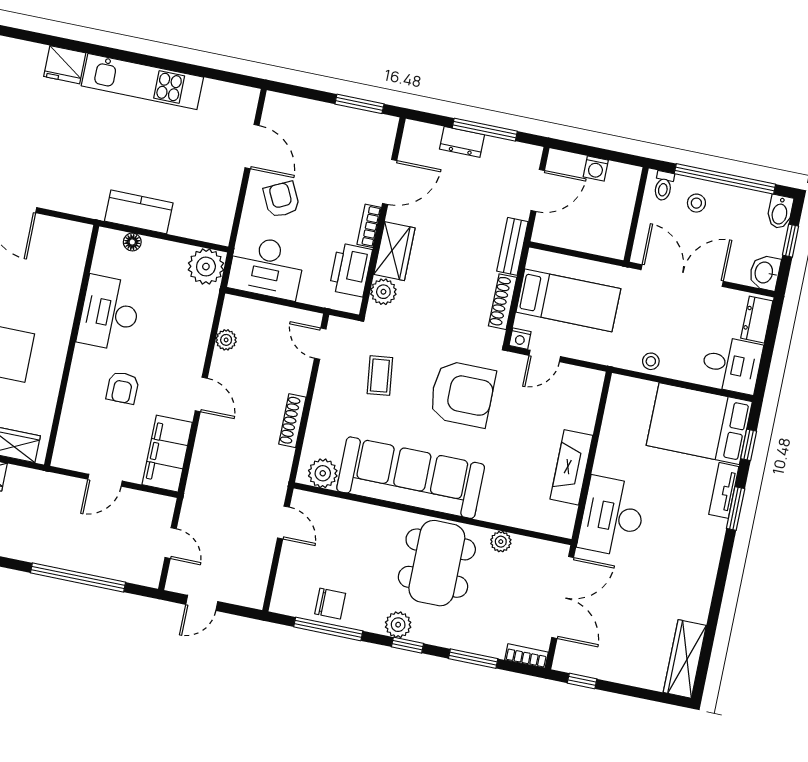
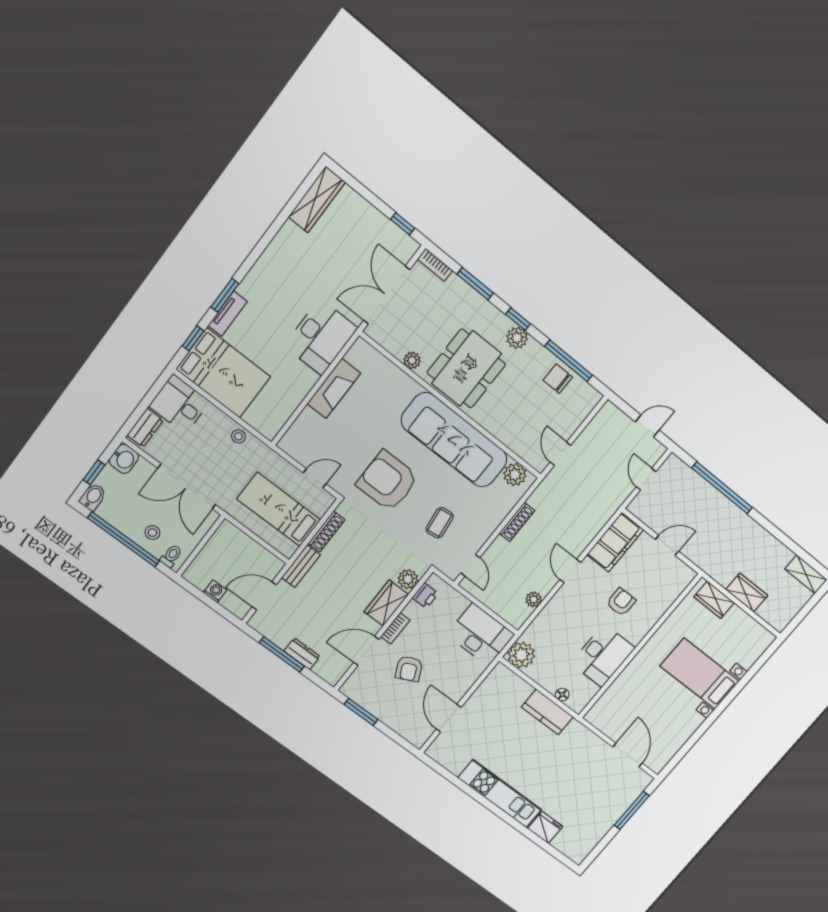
armchair: (281, 200) -> (409, 669), moved
printer: (351, 270) -> (425, 596), width x0.53, depth x0.68
nightstand: (520, 339) -> (327, 499), removed

